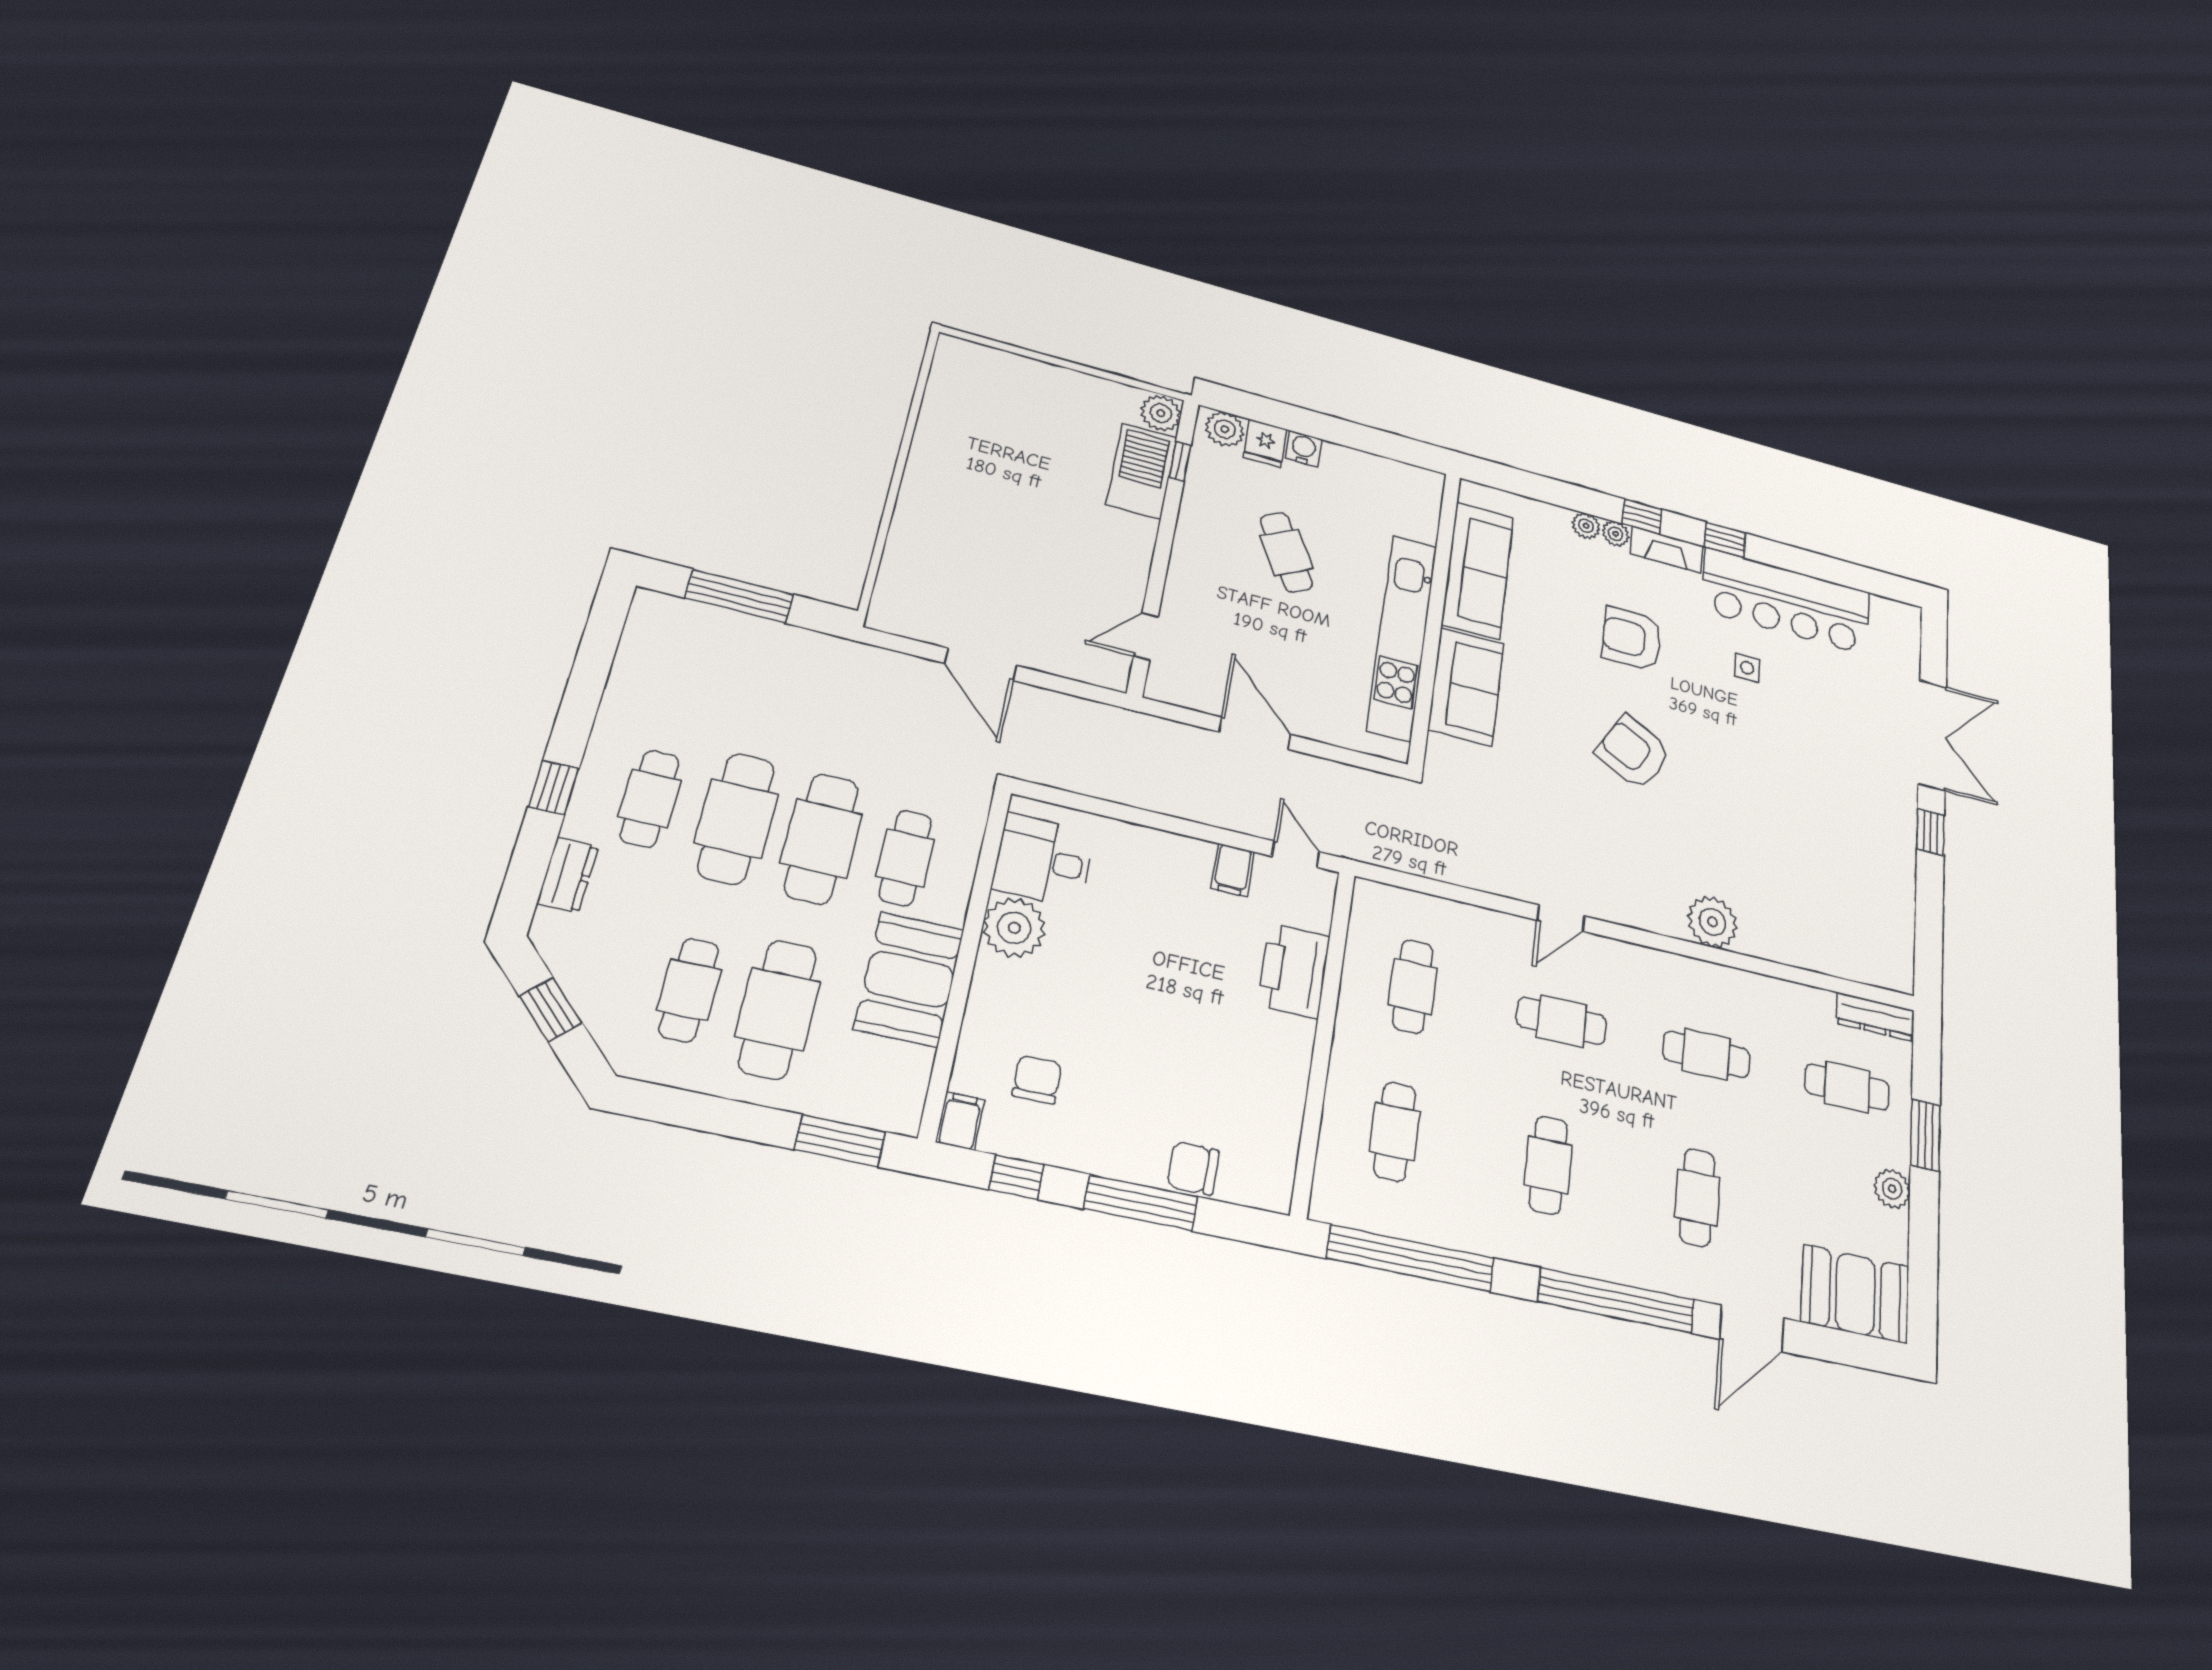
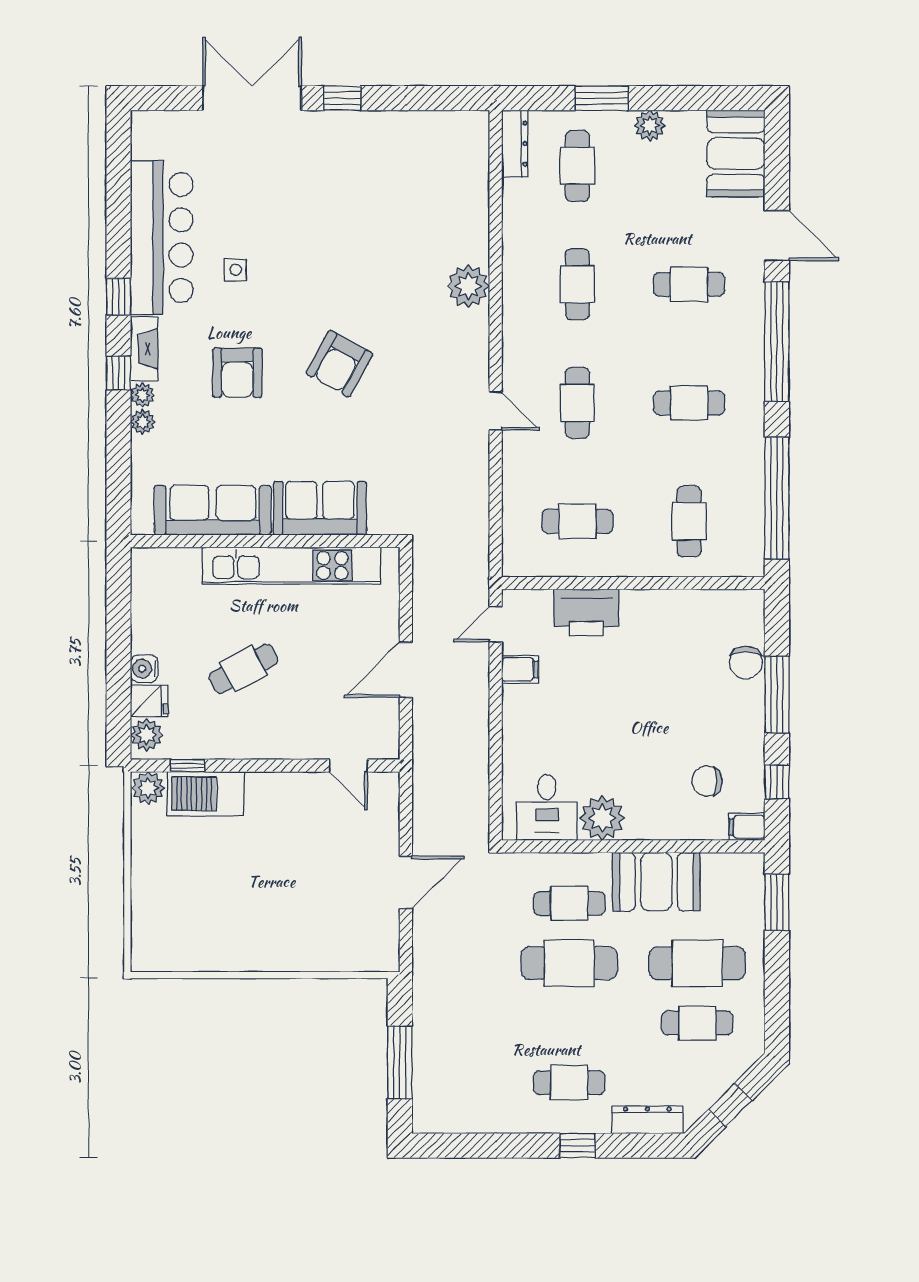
cafe table: (736, 819) -> (569, 1023), removed
dresser: (568, 875) -> (647, 1120), width x1.44
cafe table: (1395, 1132) -> (689, 521), turned 90

